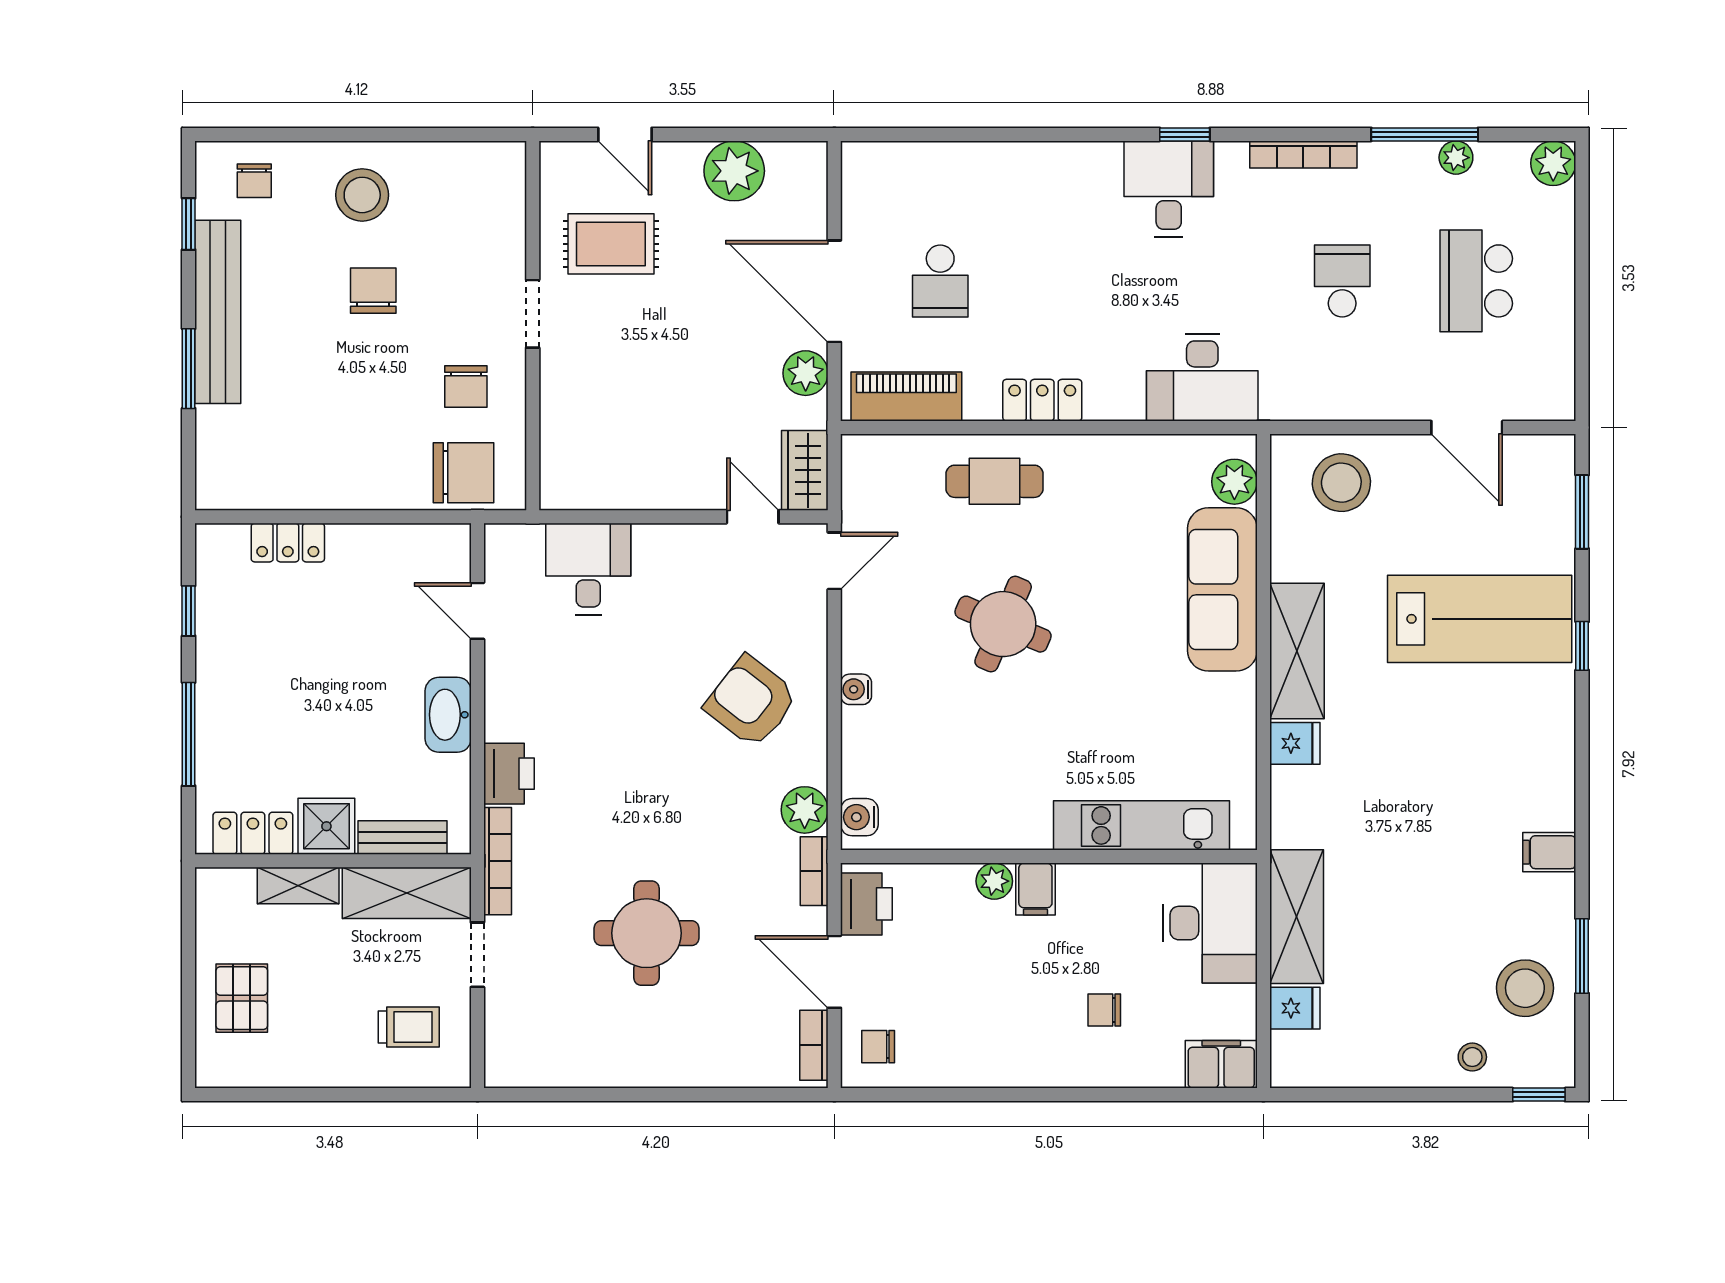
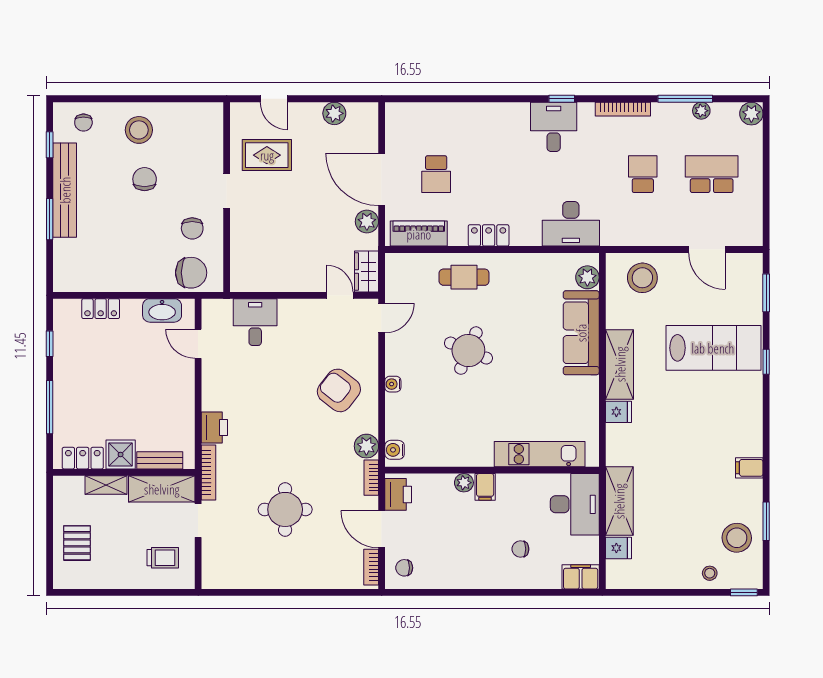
plant: (734, 171) -> (334, 113), width x0.73, depth x0.73
school desk: (1476, 281) -> (712, 174), turned 90
washbasin: (448, 715) -> (162, 310), moved, turned -90

